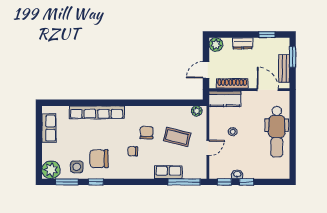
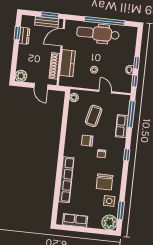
dresser: (243, 43) -> (24, 36), moved
window: (293, 57) -> (50, 15), moved
kitchen counter: (225, 99) -> (67, 63), moved
dental chair: (277, 132) -> (98, 34), turned 180
window: (293, 138) -> (105, 21), added
window: (96, 182) -> (127, 155), moved

